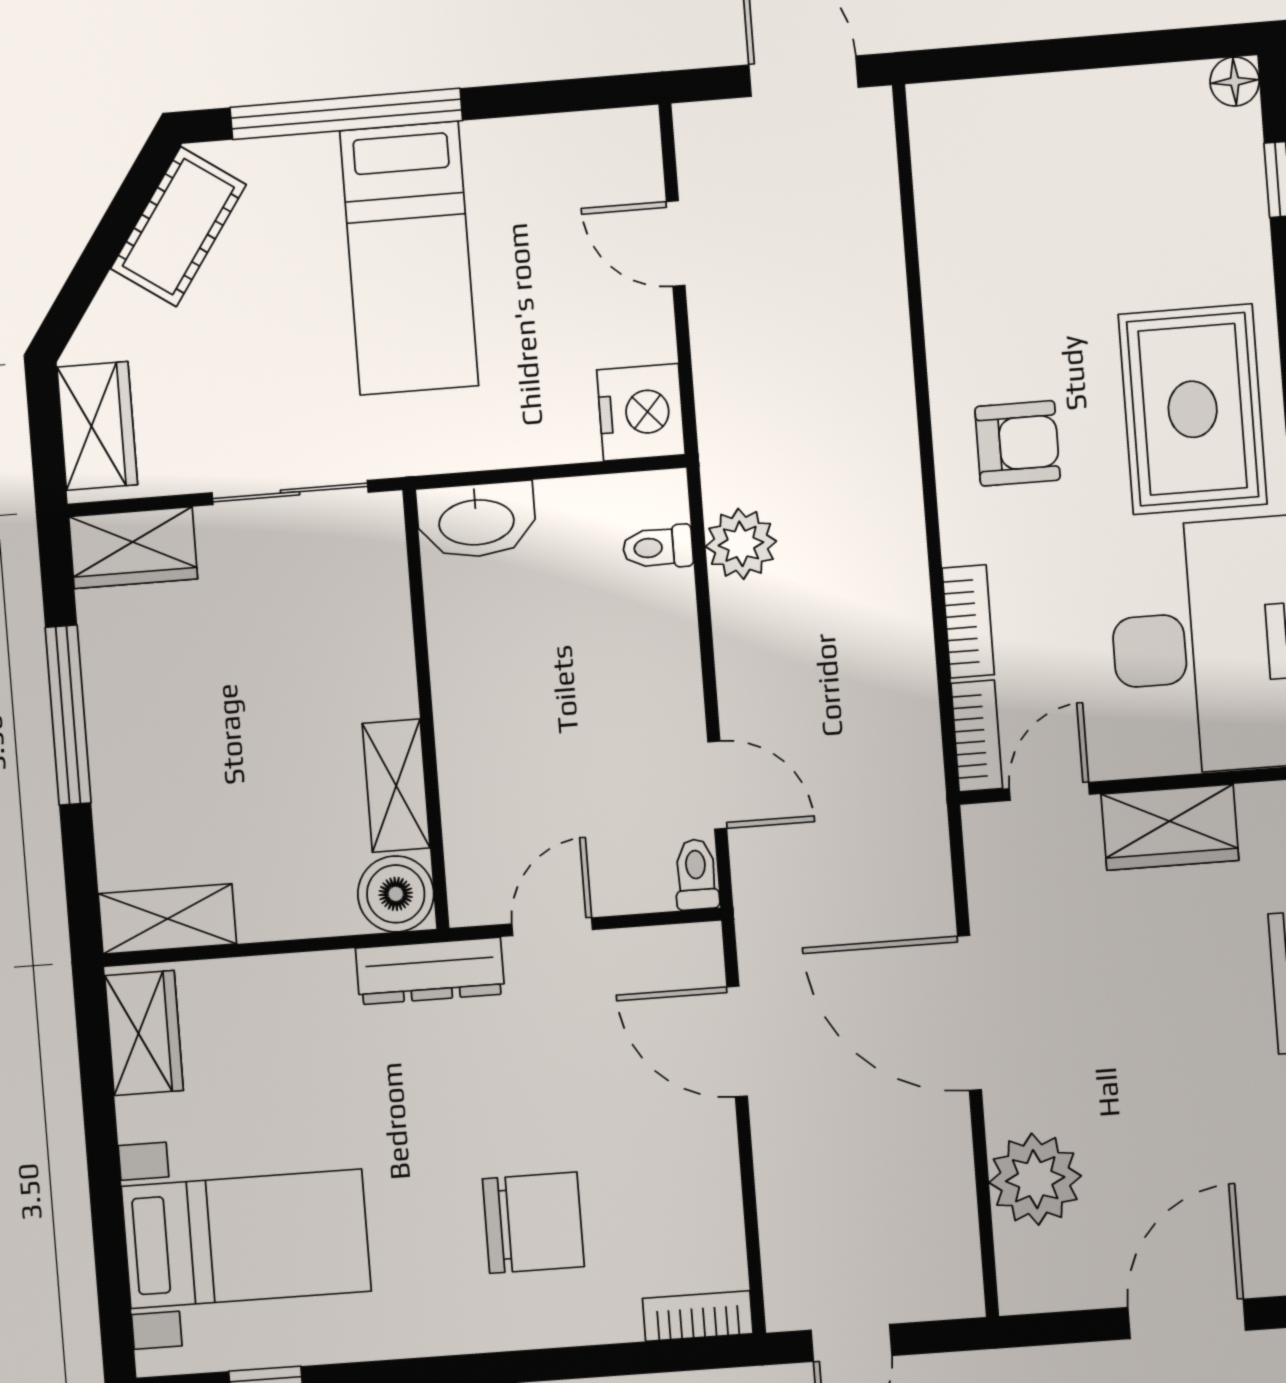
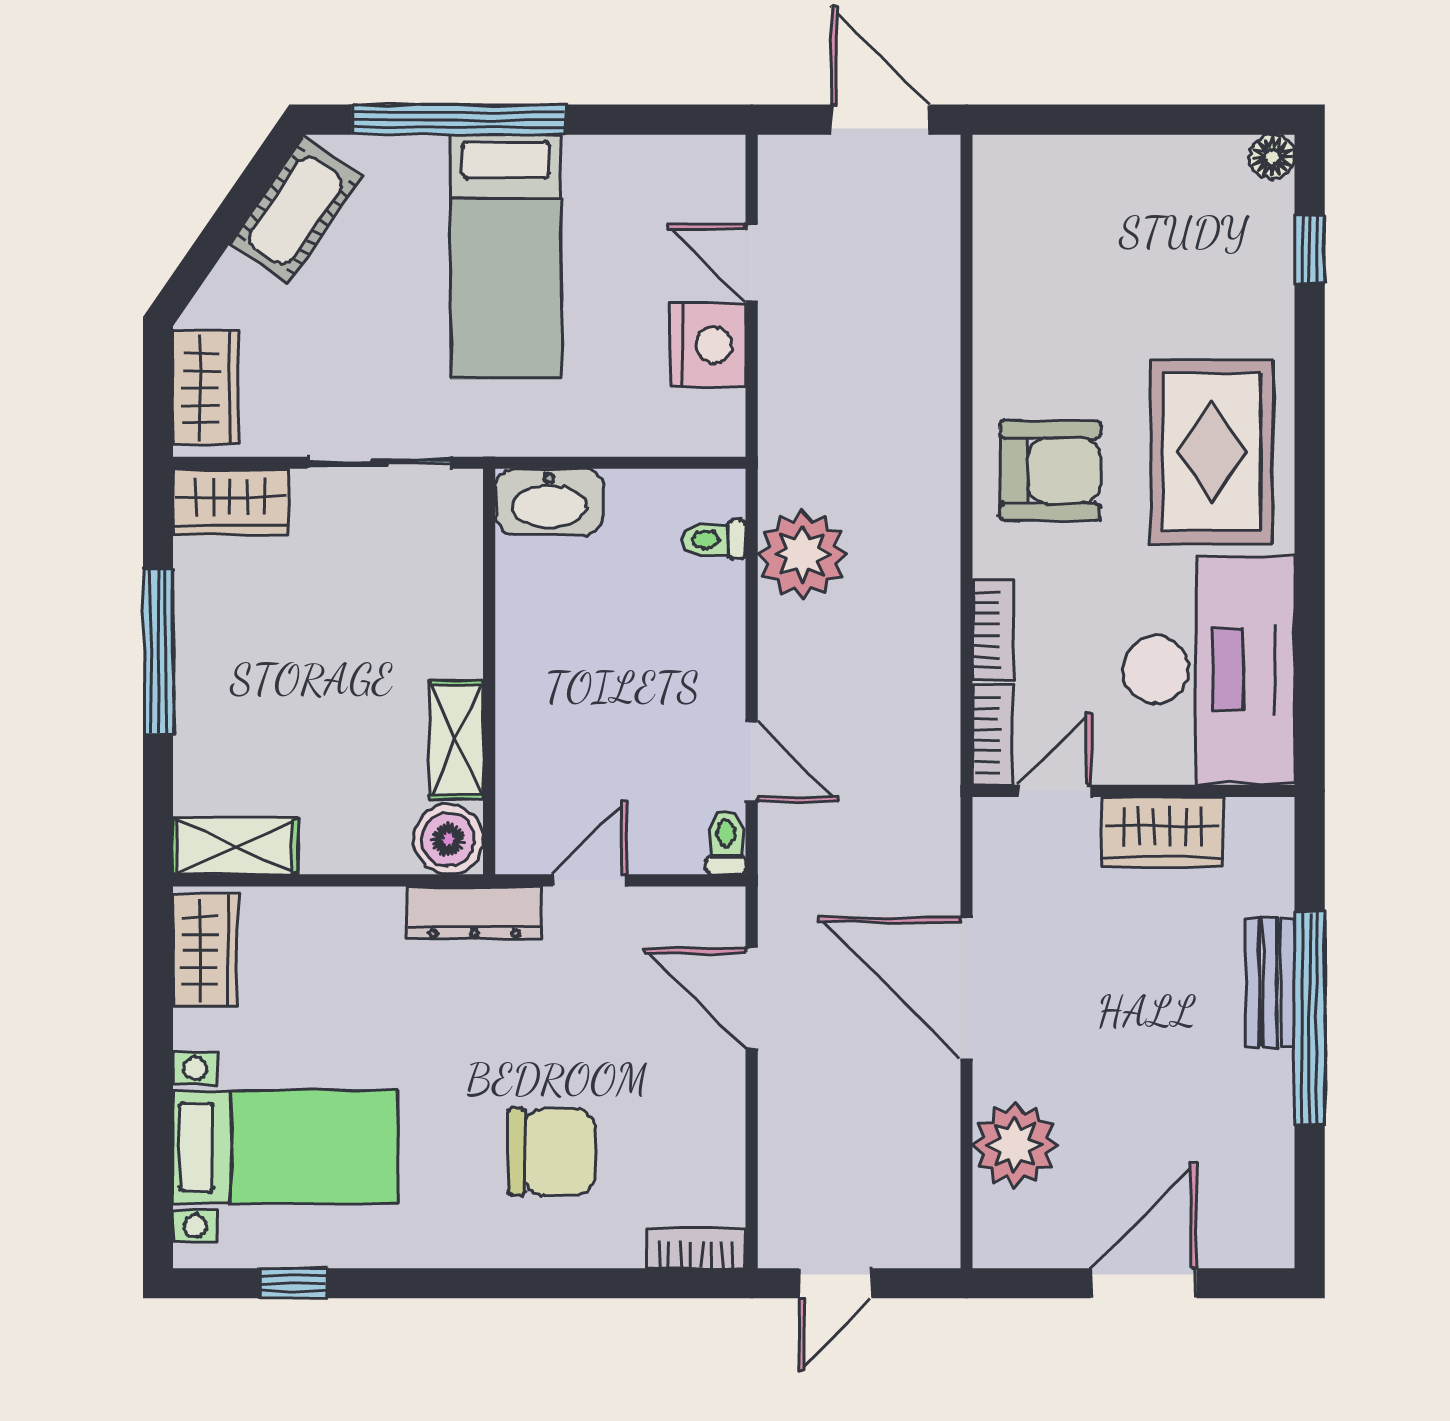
nightstand: (641, 412) -> (708, 345), moved
armchair: (1018, 443) -> (1050, 471), width x1.38, depth x1.38
plant: (741, 544) -> (802, 554), width x1.36, depth x1.36

